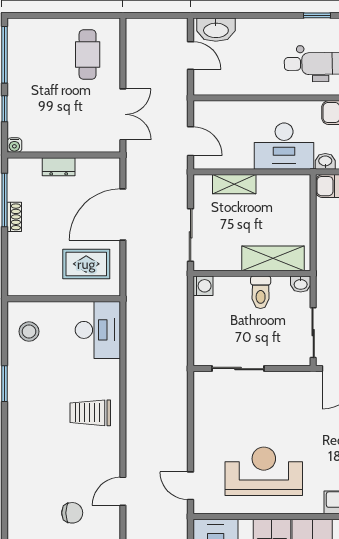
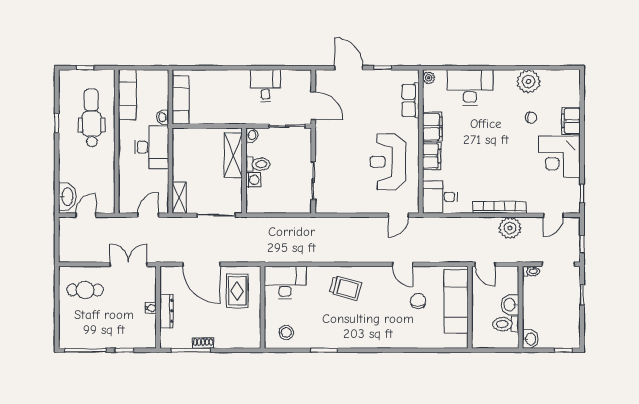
water cooler: (14, 145) -> (151, 308), moved
dresser: (59, 167) -> (167, 311), width x1.44
shelving: (234, 184) -> (179, 198), moved
washing machine: (203, 286) -> (253, 180), moved, turned 90
trolley: (90, 413) -> (345, 288), turned -75

